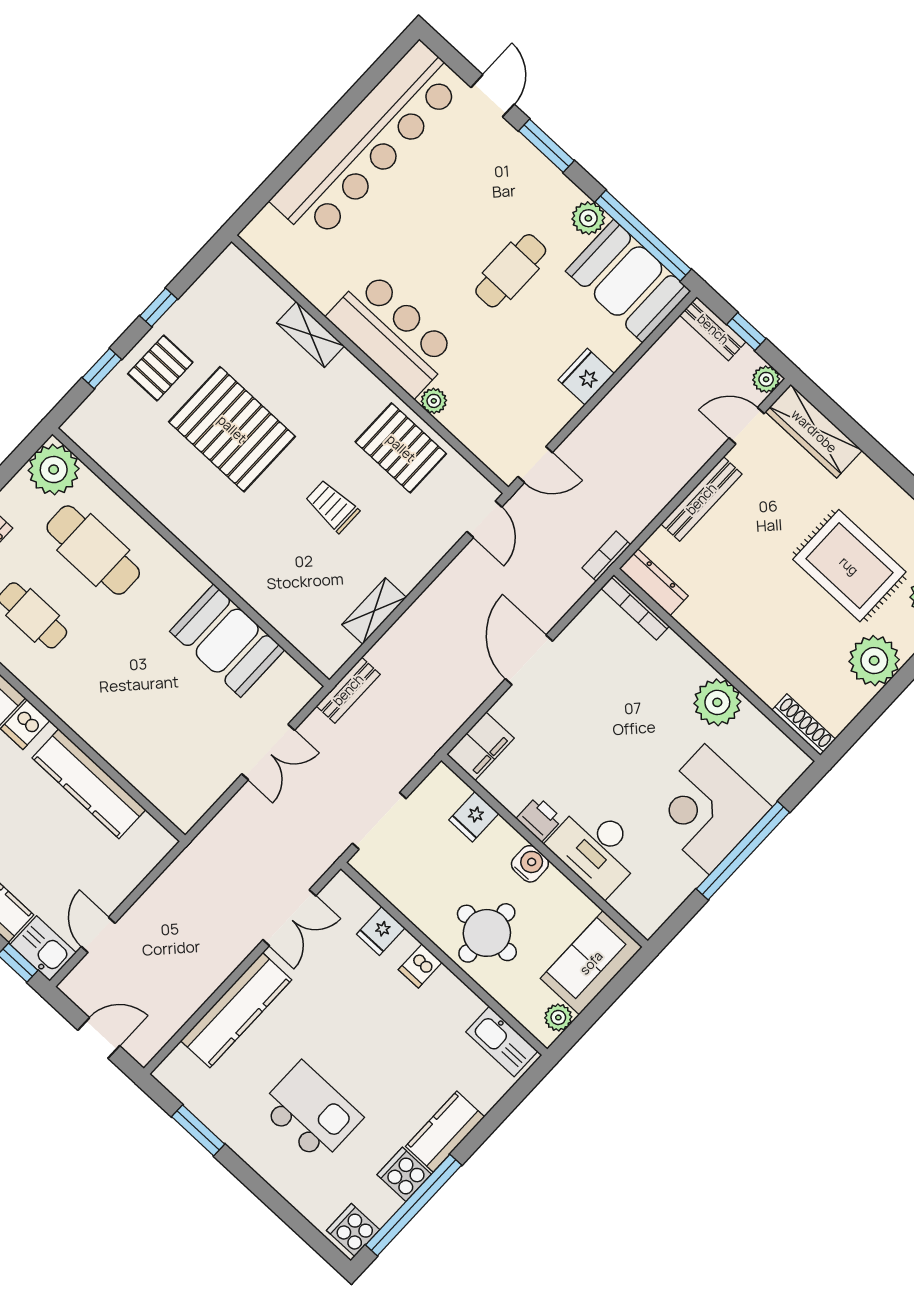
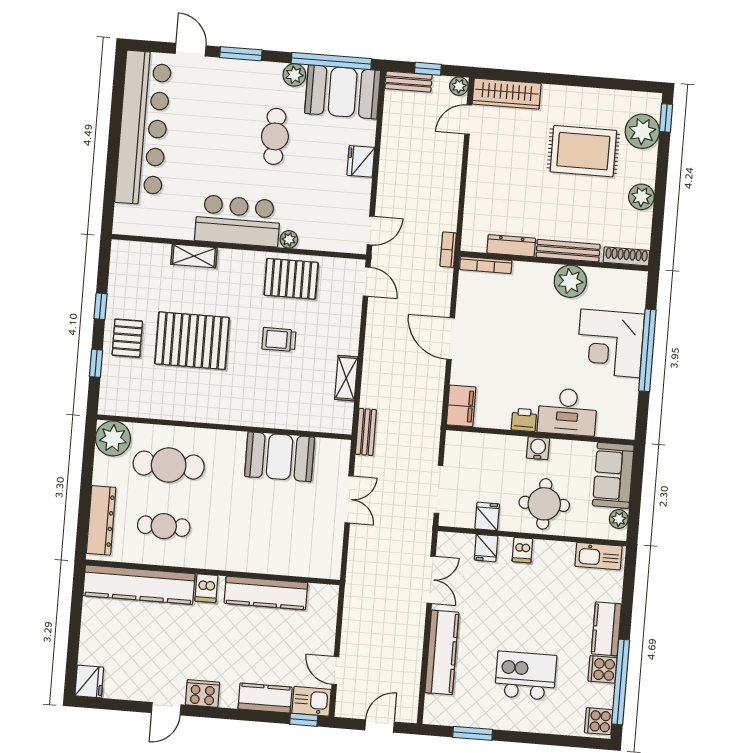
bench: (701, 499) -> (568, 251), moved, turned 90
dresser: (654, 582) -> (511, 246), moved
plant: (874, 661) -> (641, 197), width x0.73, depth x0.73
fridge: (474, 817) -> (487, 516), moved, turned 180

